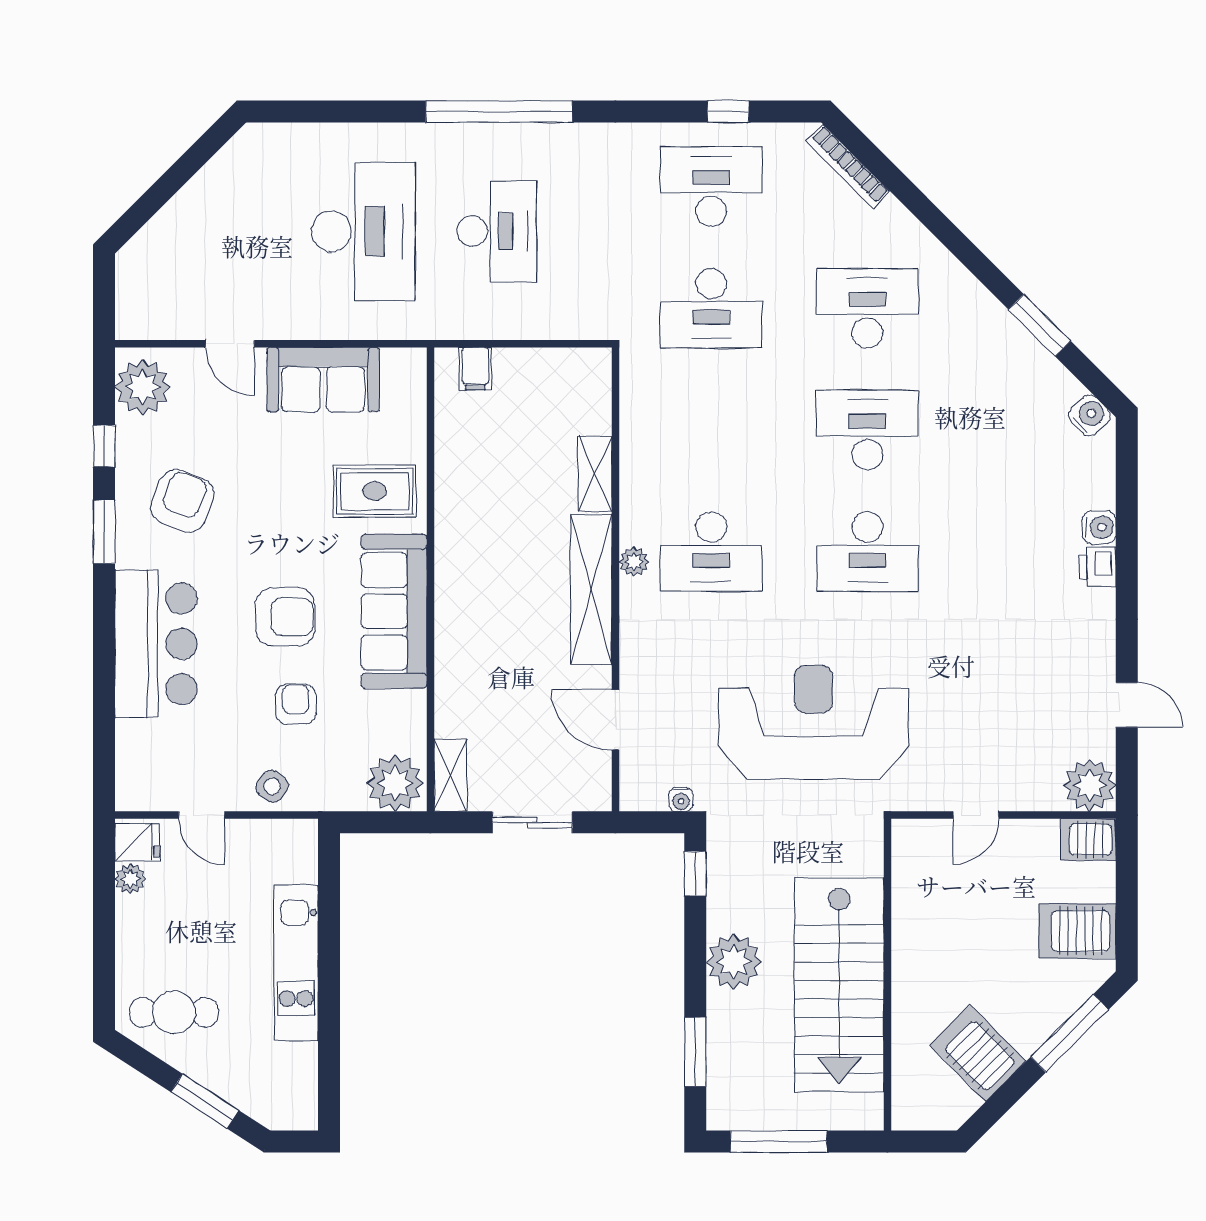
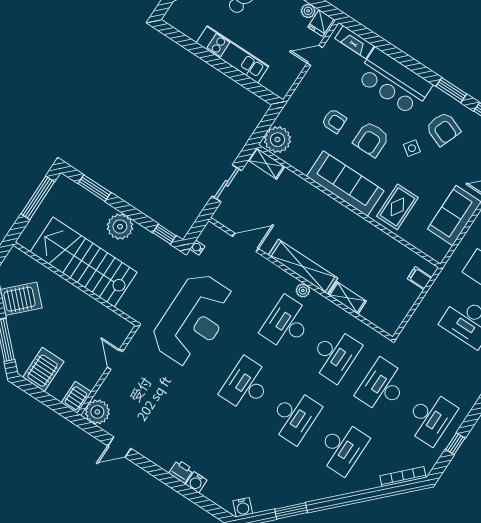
desk: (711, 430) -> (335, 355), added
fireplace: (132, 760) -> (355, 42), added
side table: (272, 786) -> (412, 148), moved

